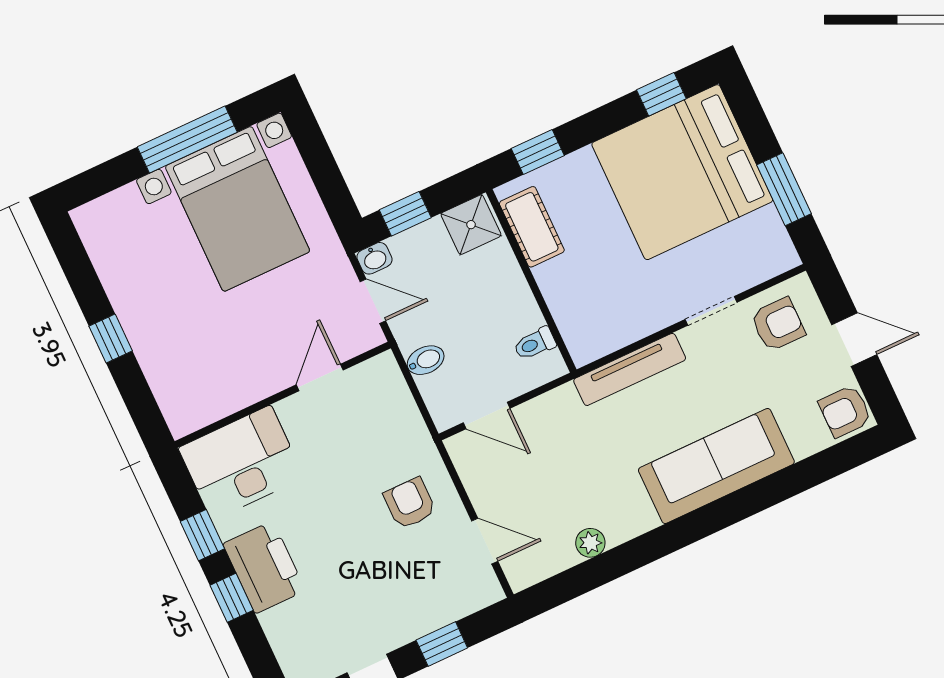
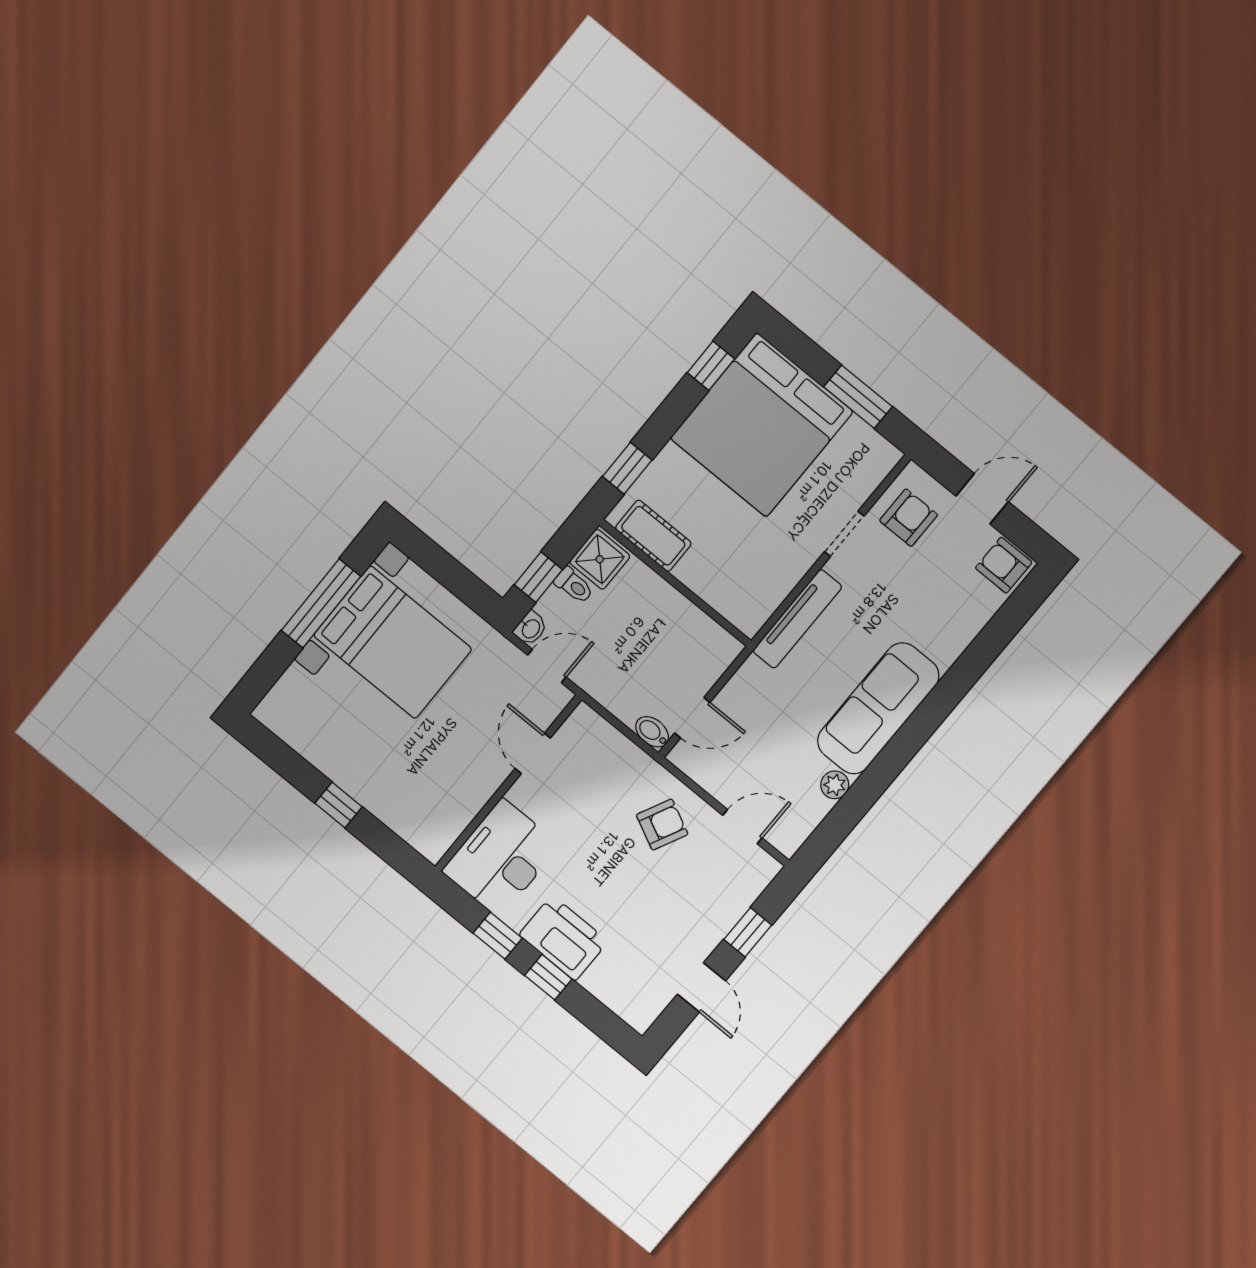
toilet: (535, 344) -> (574, 585), moved, turned -90
bidet: (426, 360) -> (652, 732), moved, turned -90
armchair: (845, 411) -> (1004, 565), turned 90
sofa: (716, 466) -> (878, 708), moved
armchair: (410, 503) -> (662, 825), turned 116

